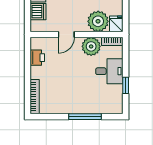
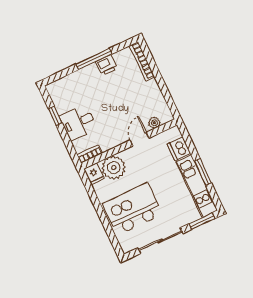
plant: (91, 46) -> (154, 123), moved, width x0.53, depth x0.53
printer: (37, 58) -> (107, 65), moved, turned -90
window: (85, 117) -> (94, 59), moved

